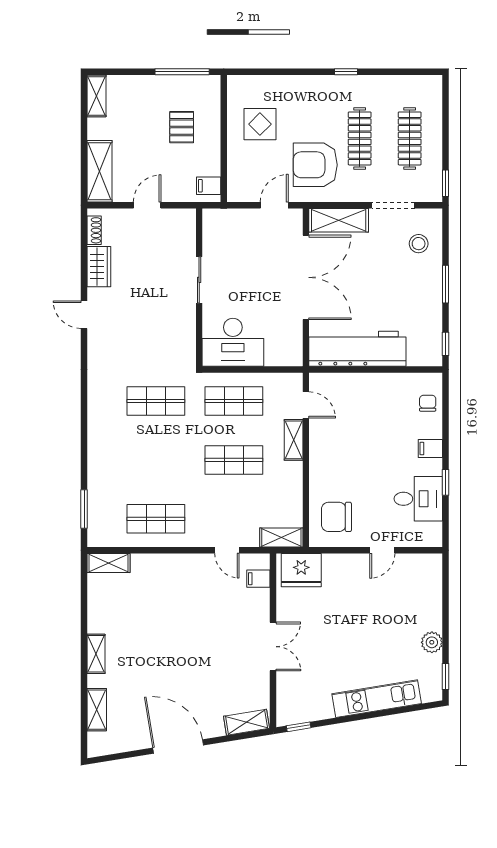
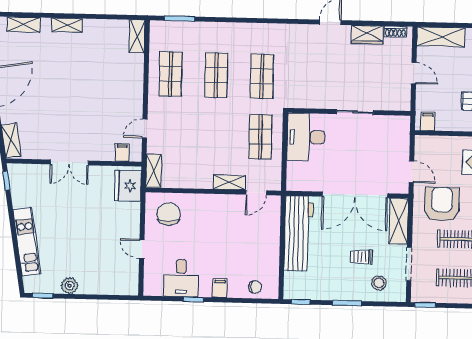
trolley: (386, 267) -> (361, 257), added
shop shelf: (234, 460) -> (216, 75), moved

